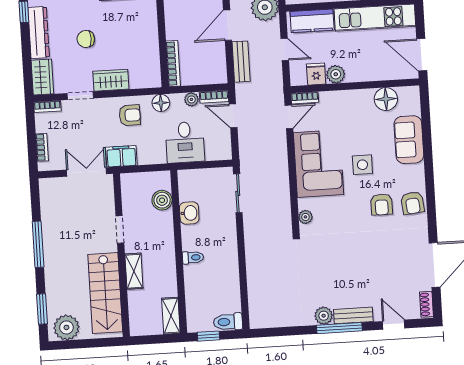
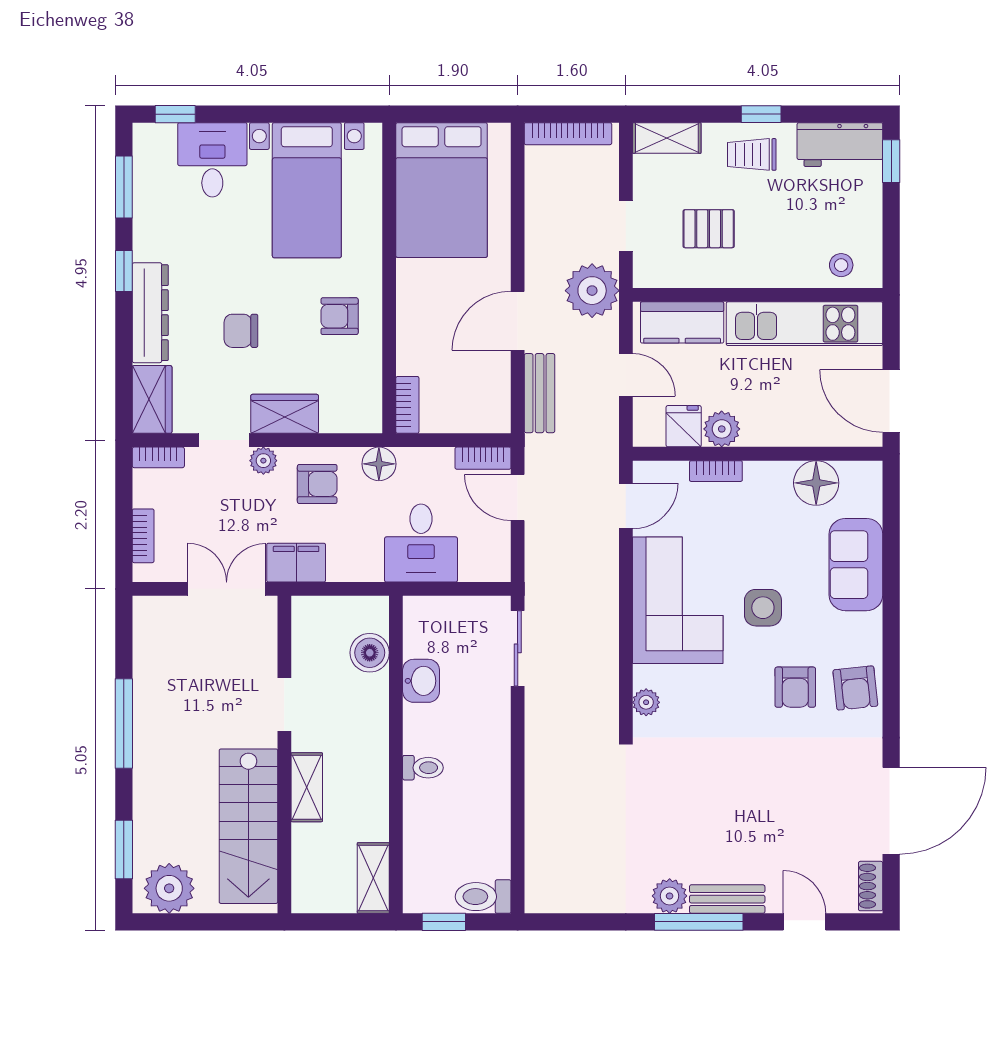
armchair: (136, 28) -> (340, 316), added
bookcase: (173, 64) -> (407, 405), width x0.64
bookcase: (305, 98) -> (716, 471), moved
plant: (191, 99) -> (263, 461), moved

